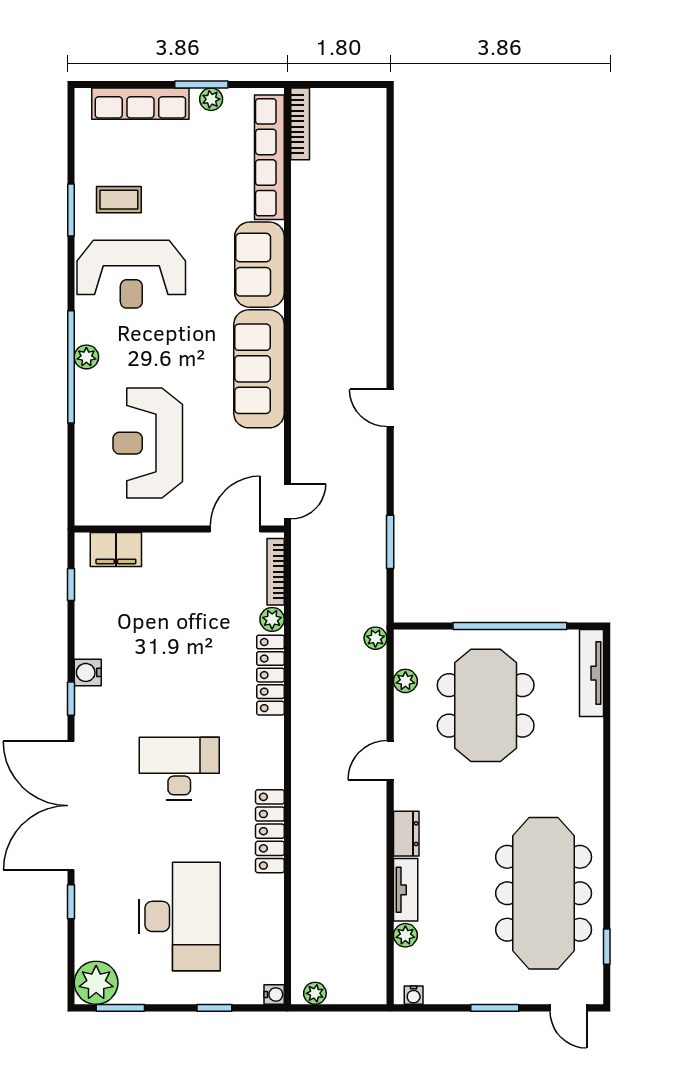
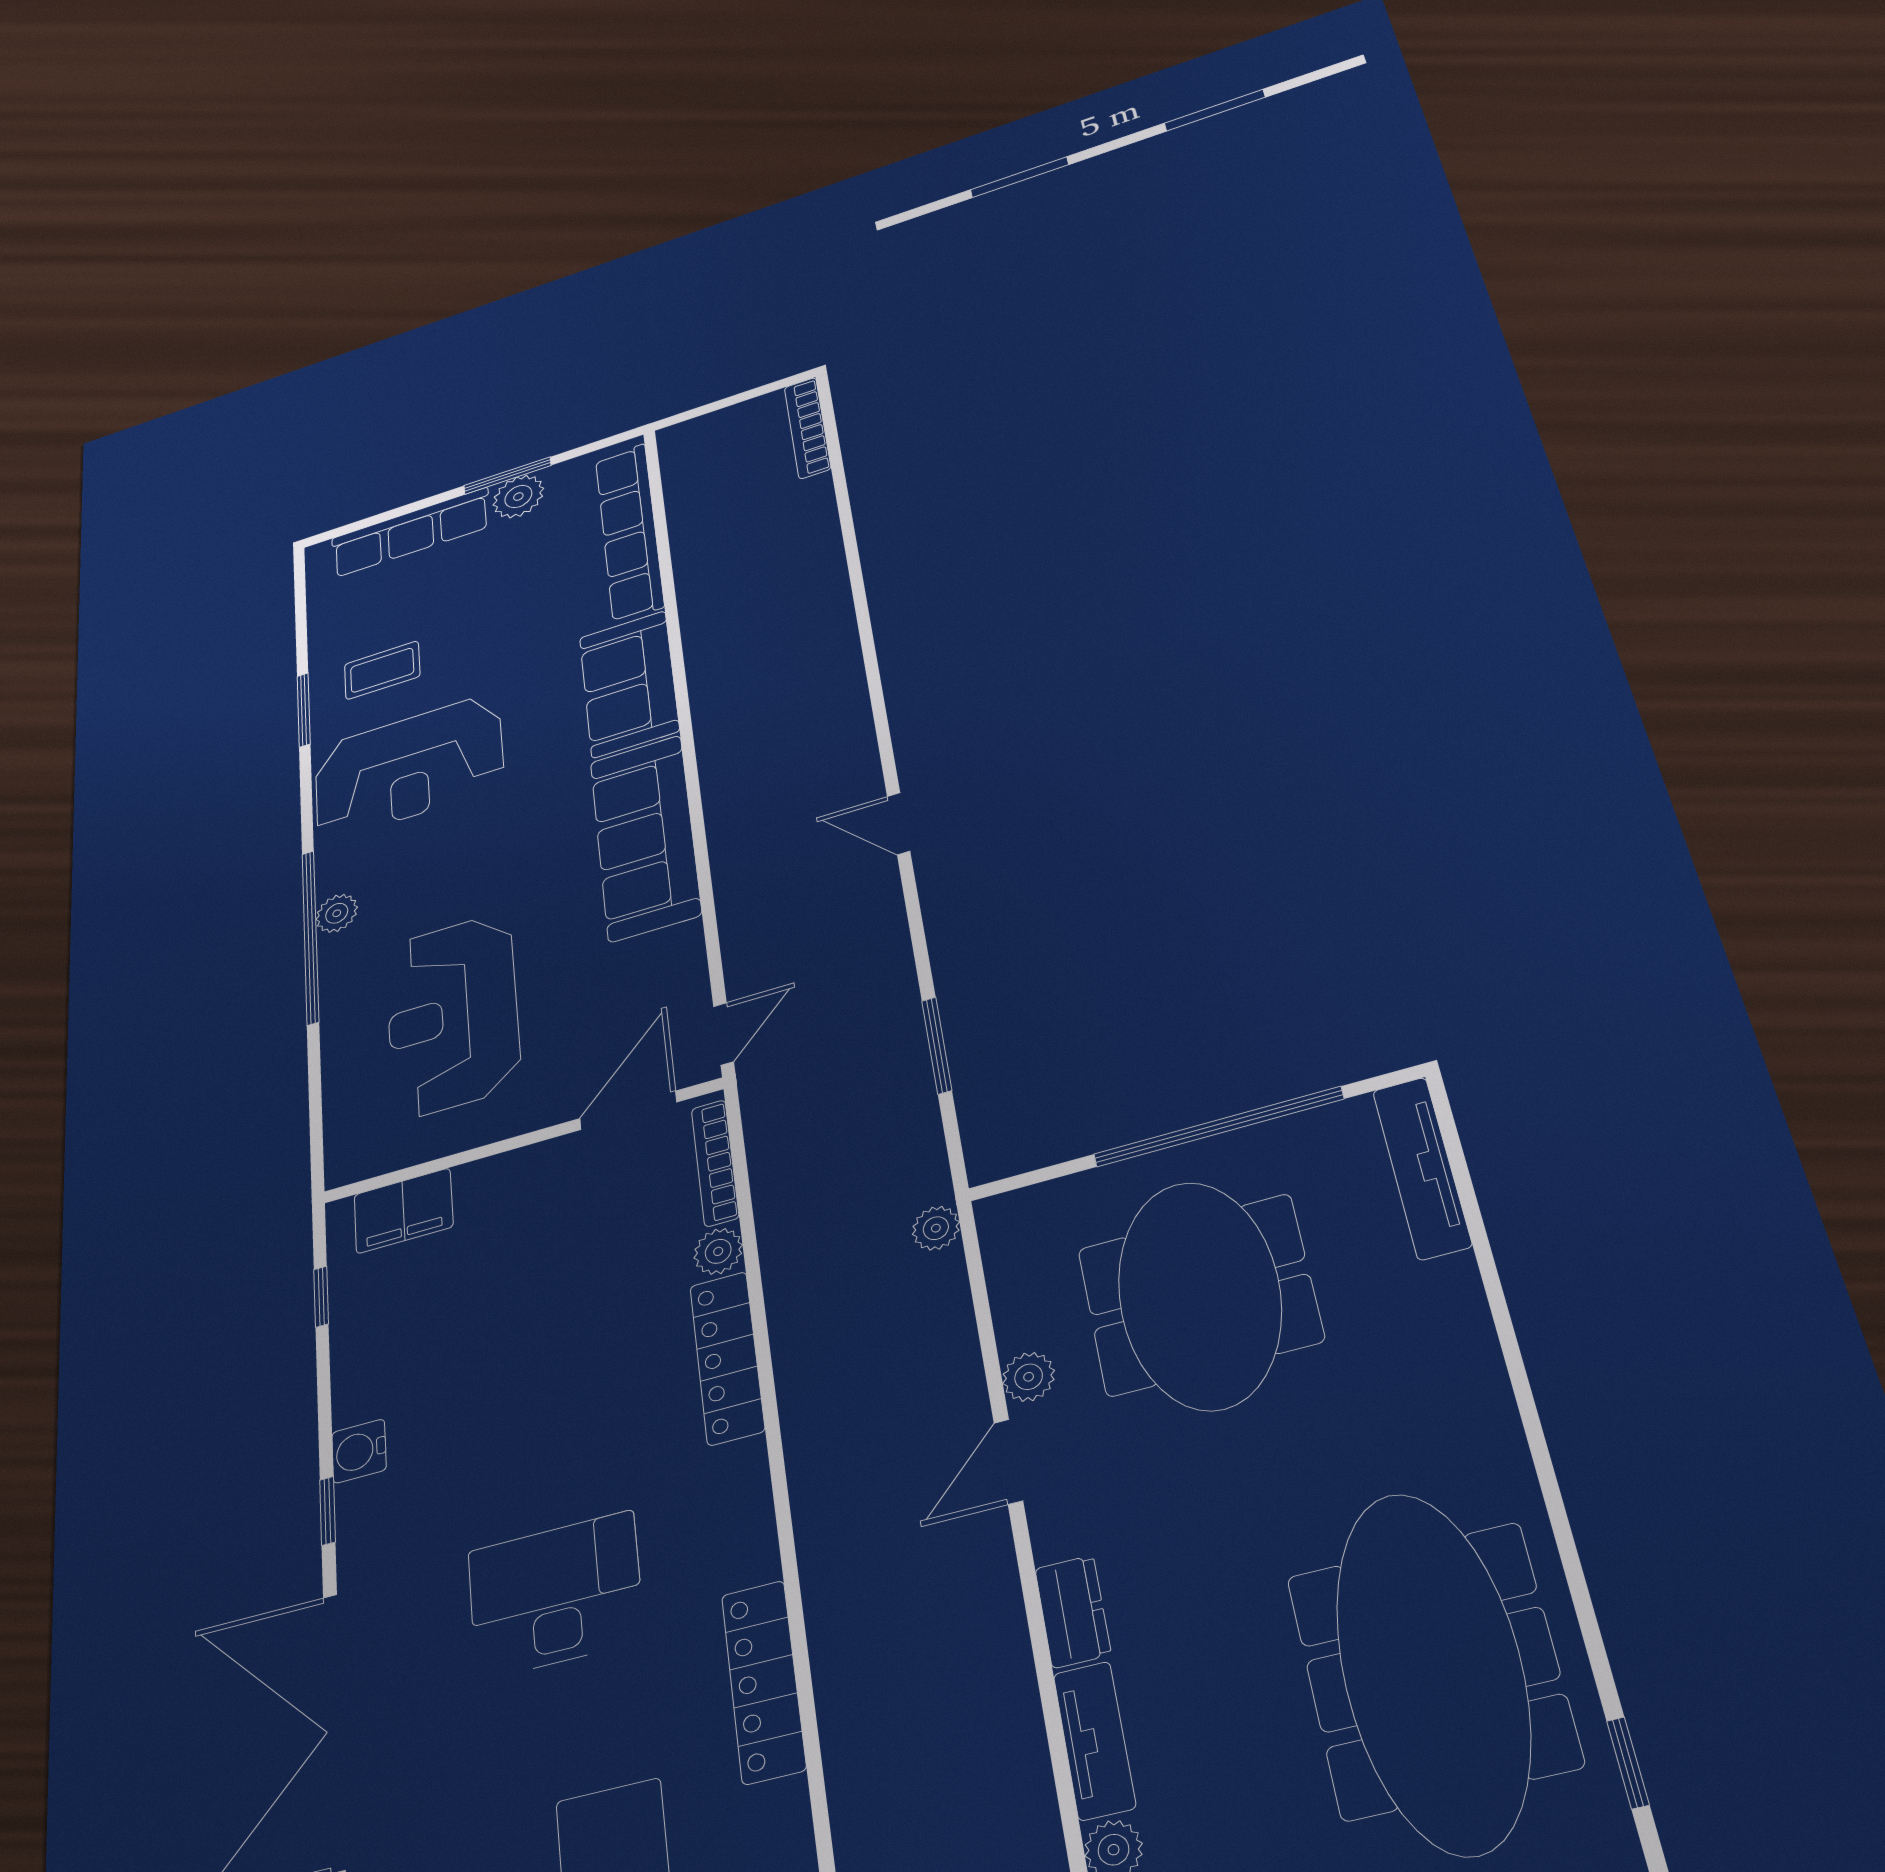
plant: (211, 99) -> (518, 497), width x1.38, depth x1.38
bookcase: (300, 124) -> (808, 428), moved, turned 180
plant: (405, 681) -> (1029, 1377), moved

